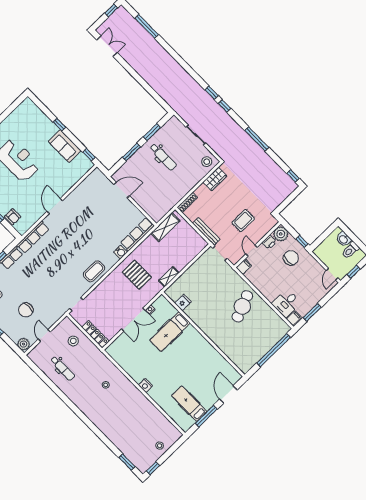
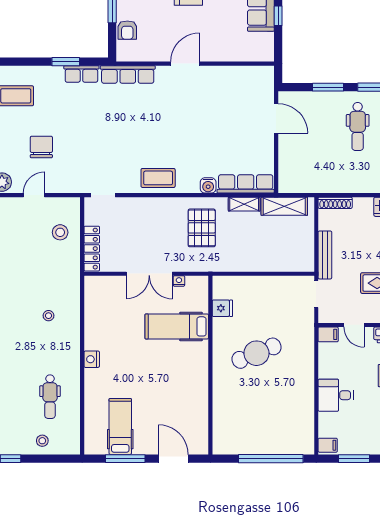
window: (89, 155) -> (278, 16), moved
door: (251, 251) -> (354, 325), swing flipped
shelving: (169, 277) -> (244, 204), moved
desk: (286, 303) -> (336, 395), moved
cafe table: (242, 306) -> (256, 353), moved
chair: (26, 310) -> (41, 147), turned 90
dental chair: (63, 368) -> (50, 397), moved
door: (228, 394) -> (173, 459), hinge flipped

